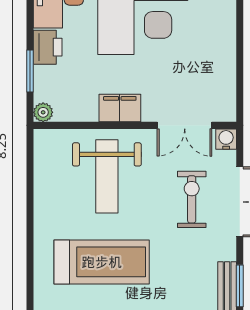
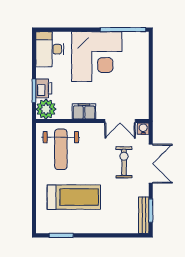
printer: (48, 47) -> (44, 88), moved
plant: (43, 112) -> (46, 109), width x1.88, depth x1.88
weight bench: (107, 176) -> (61, 149), moved

